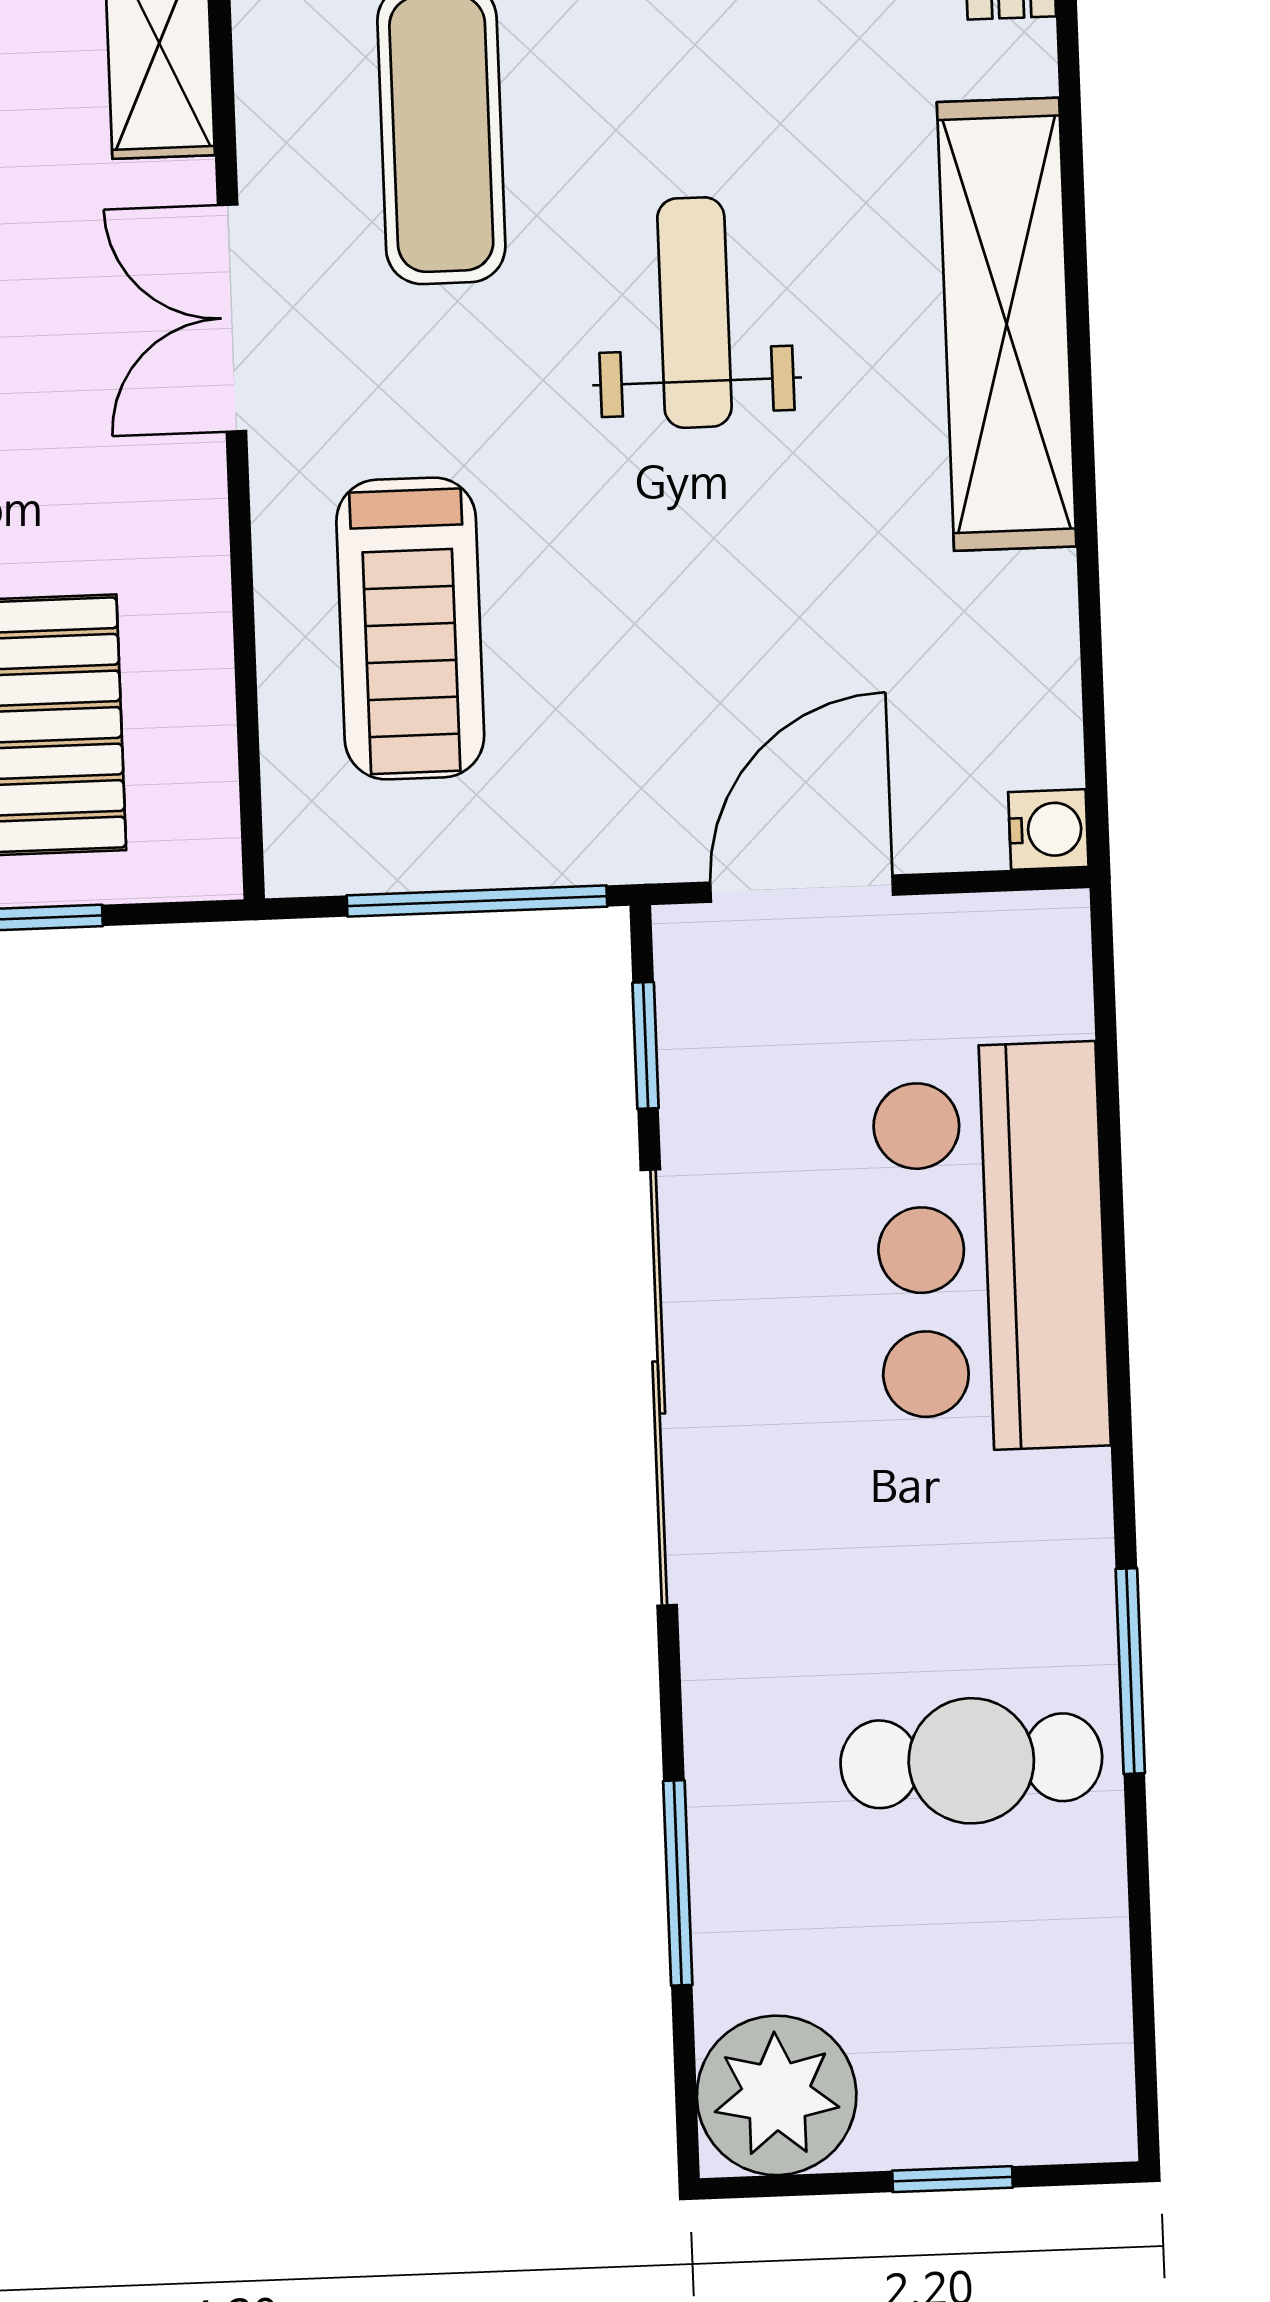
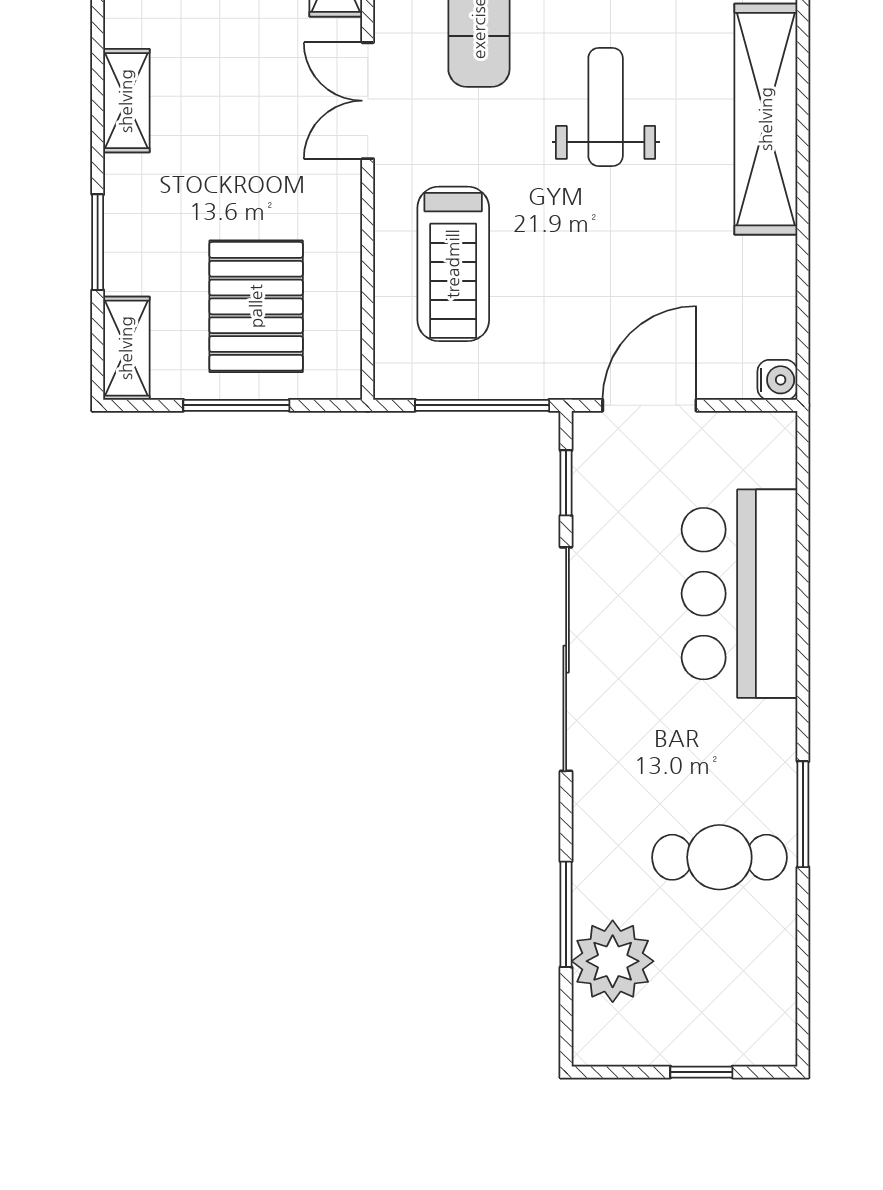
plant: (777, 2095) -> (613, 961), moved

